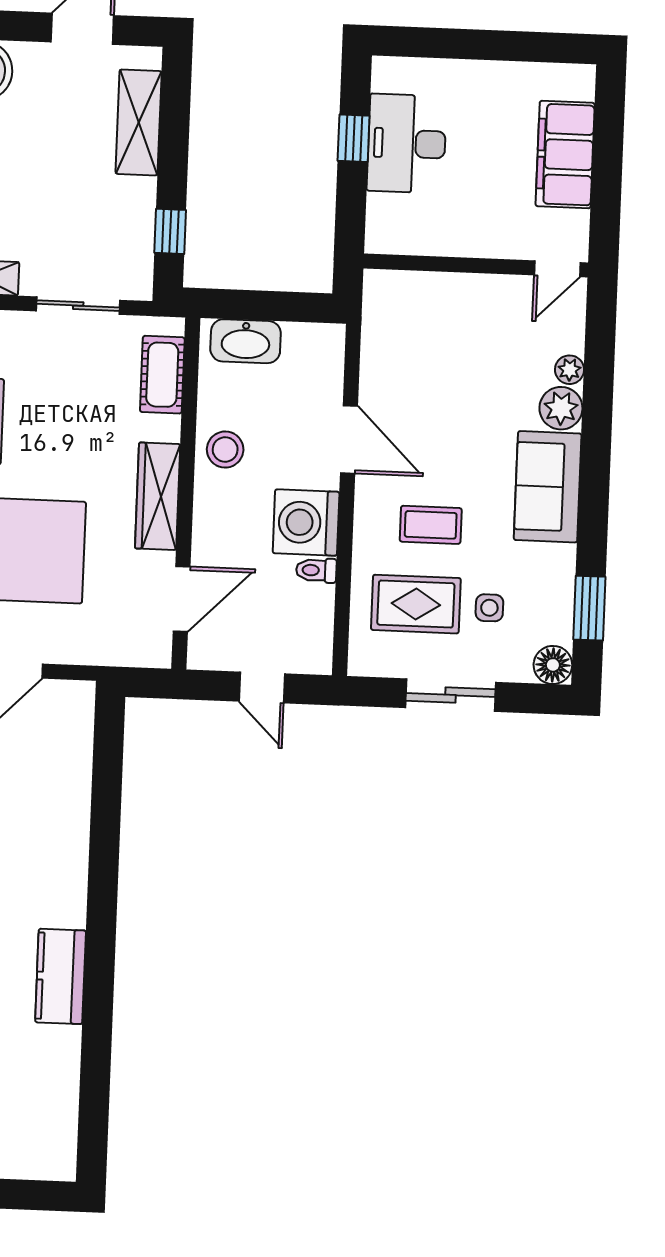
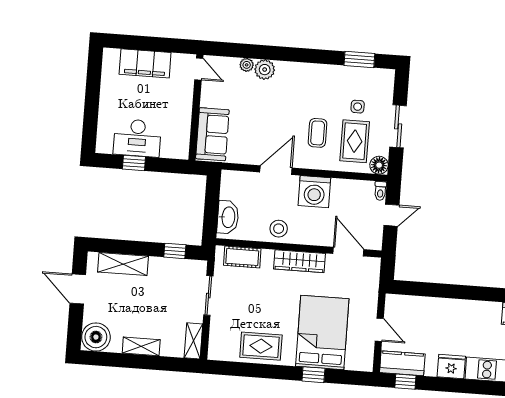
sofa: (548, 487) -> (212, 134), moved, turned -90
toilet: (316, 570) -> (380, 191), moved
floor lamp: (553, 665) -> (379, 165), moved

